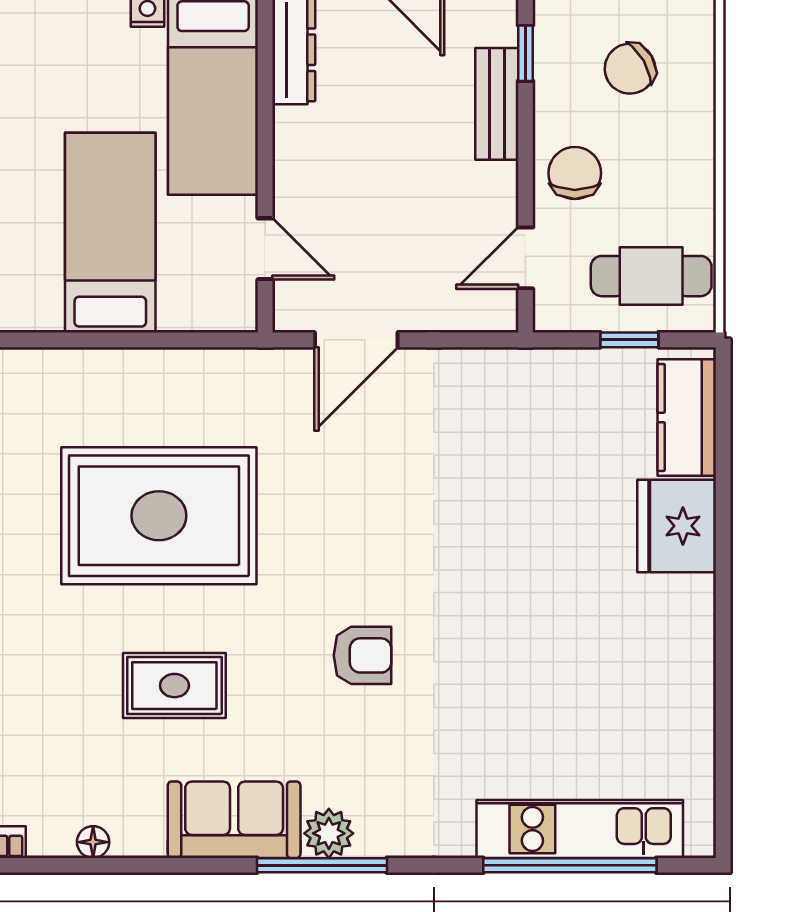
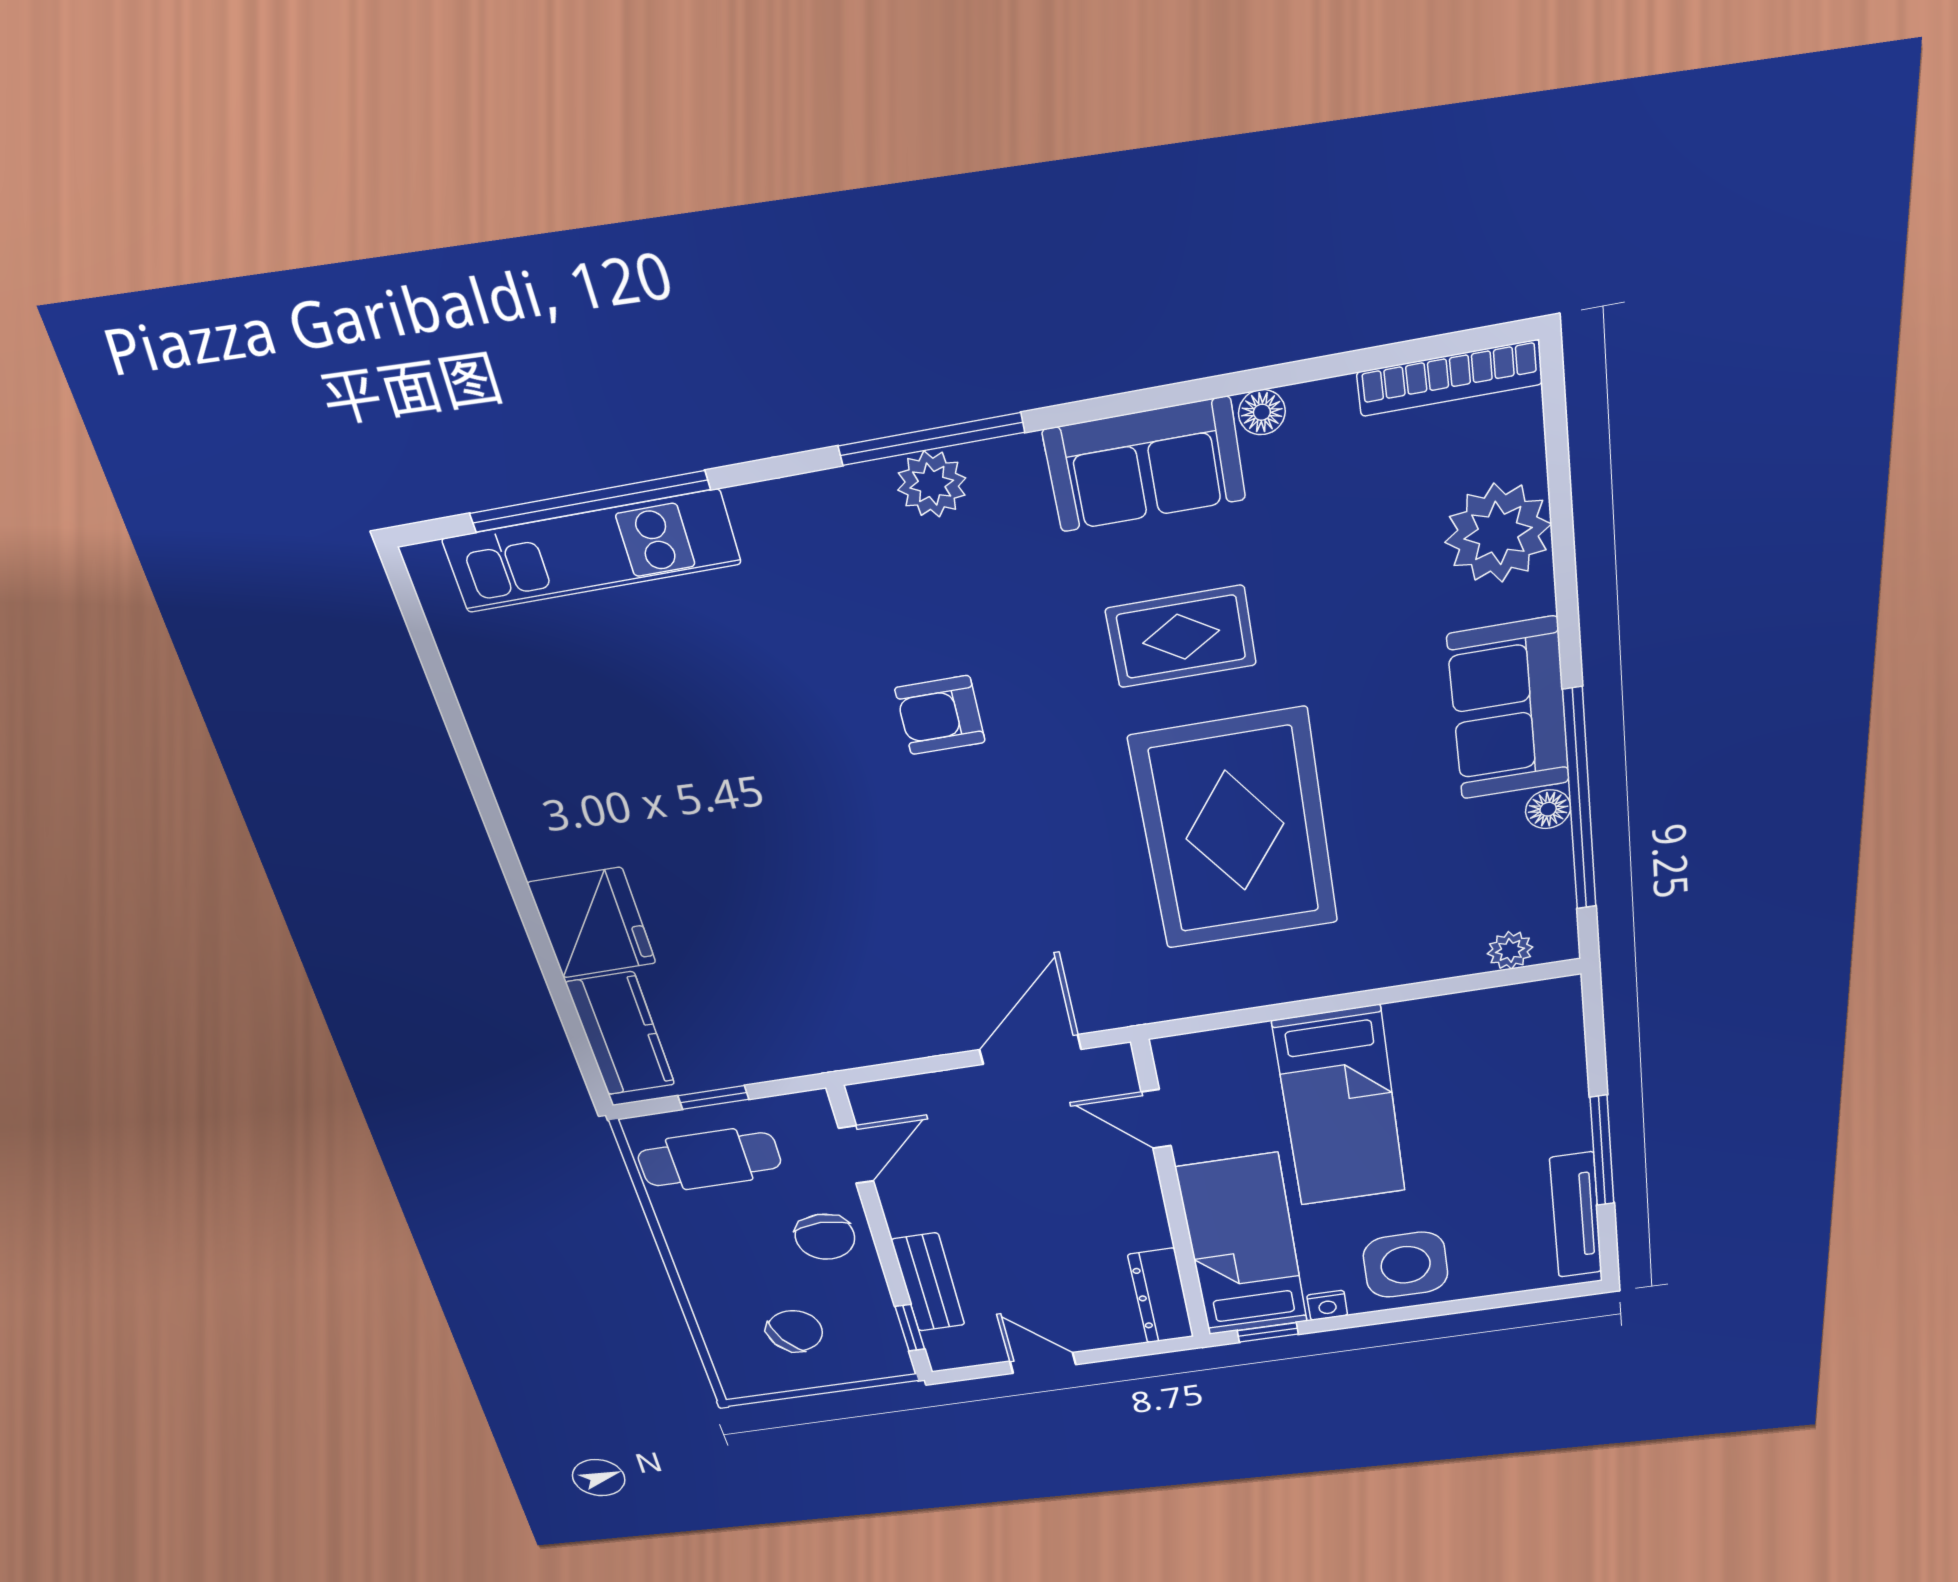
side table: (73, 46) -> (1406, 1265), added
rug: (159, 516) -> (1235, 831), turned 90
sofa: (234, 820) -> (1144, 465), moved

